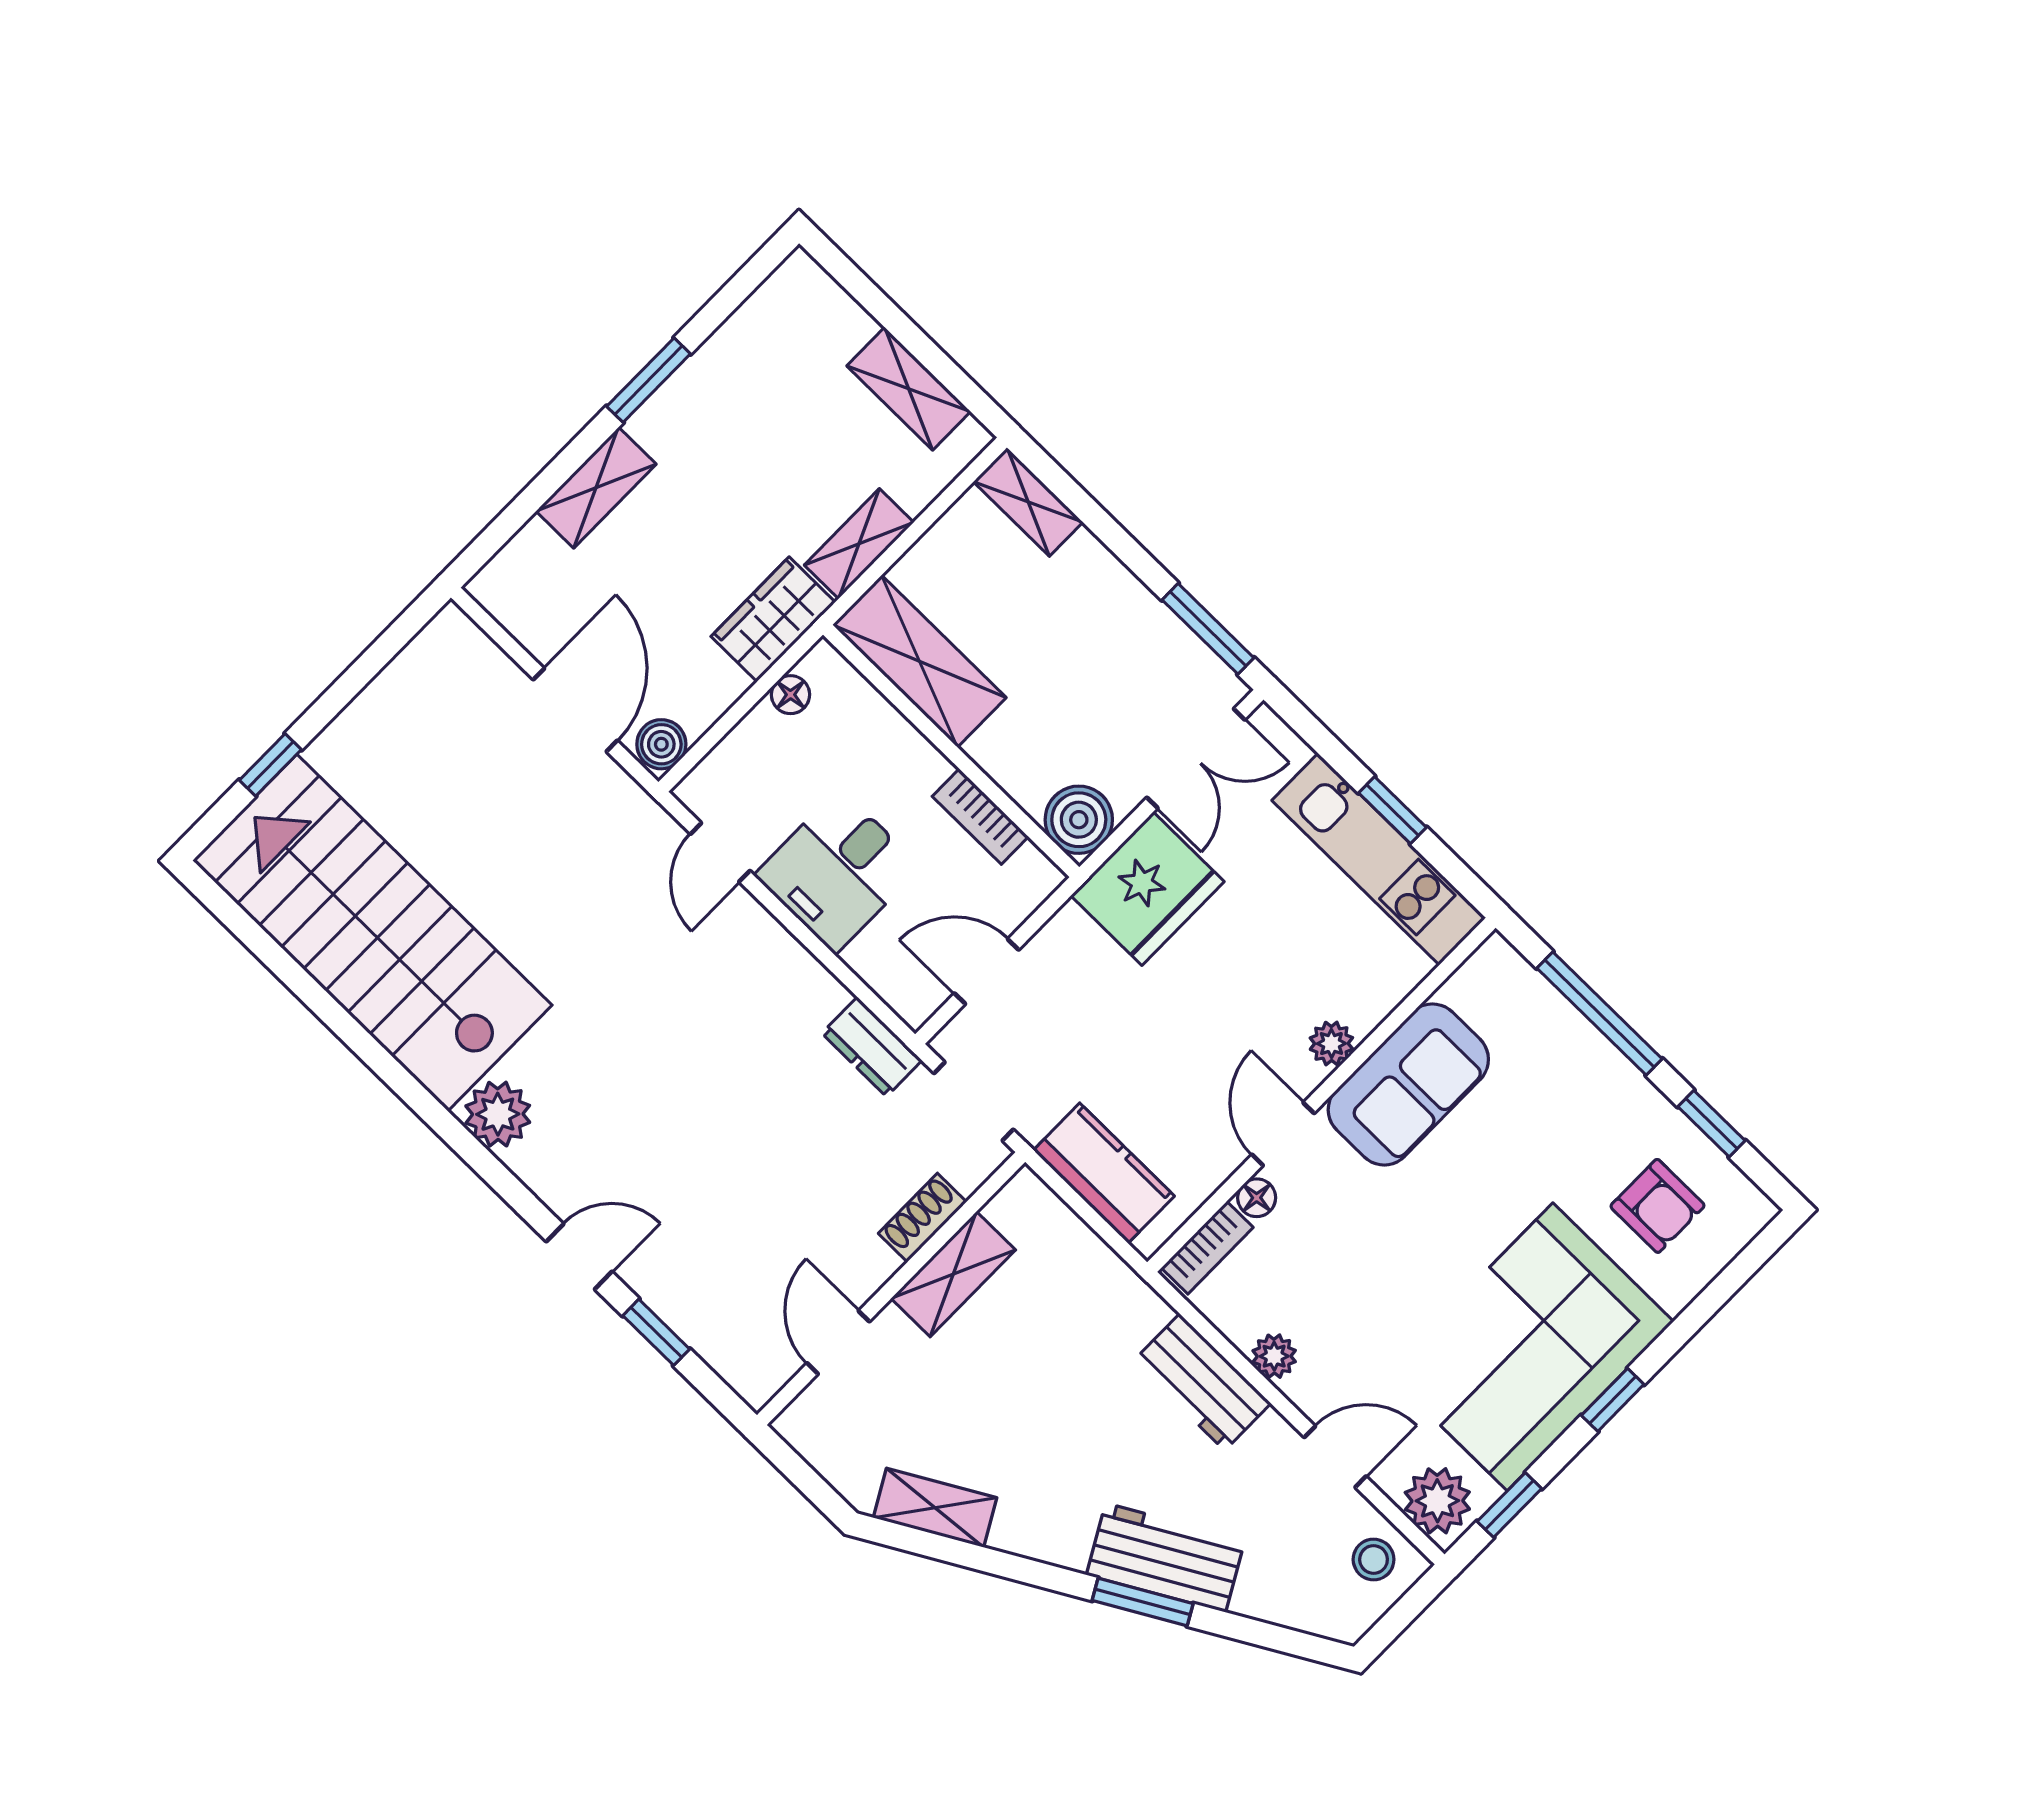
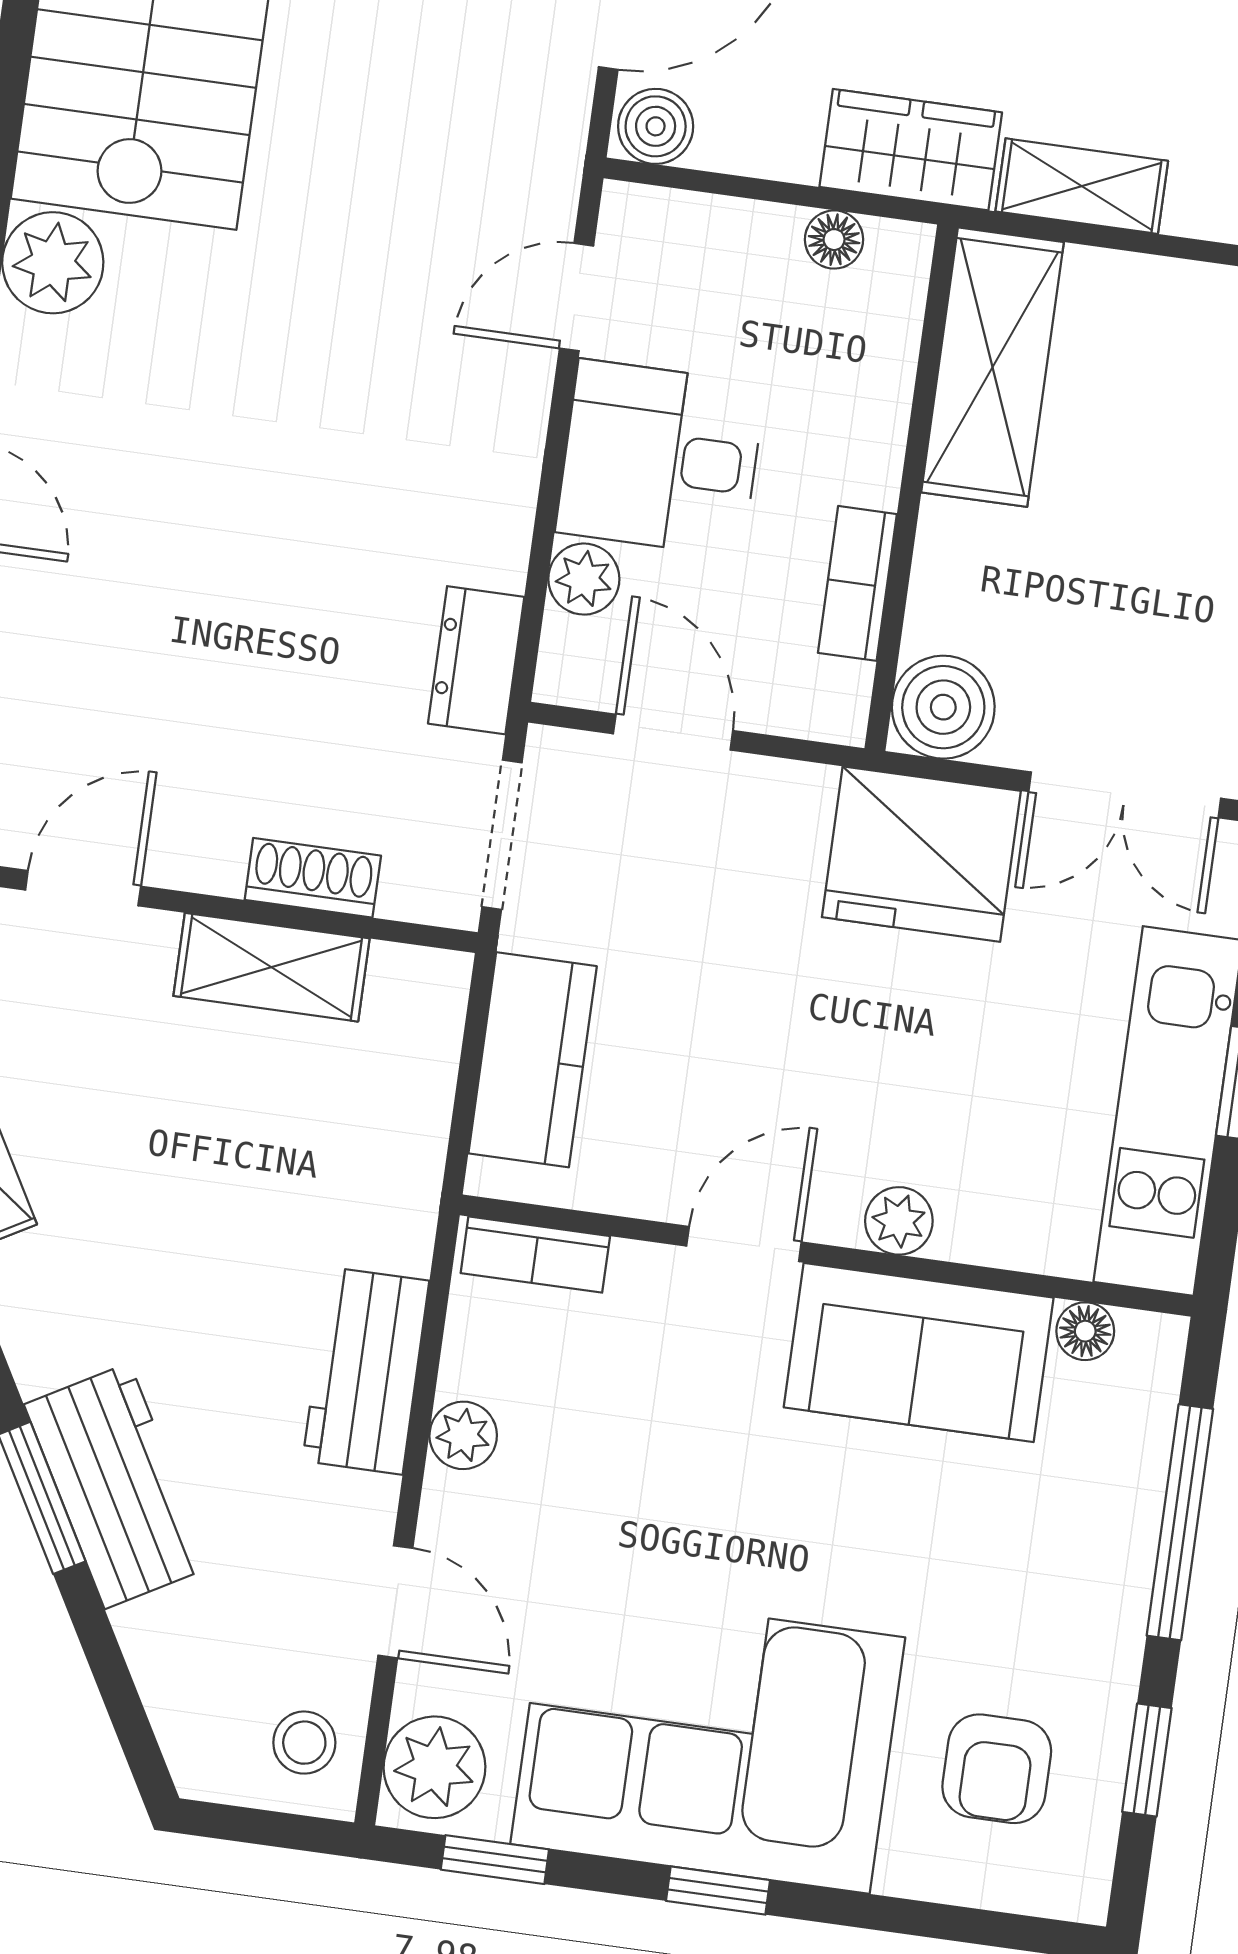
plant: (871, 959) -> (584, 579), added
floor lamp: (1257, 1198) -> (1085, 1331), moved

